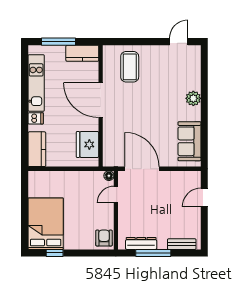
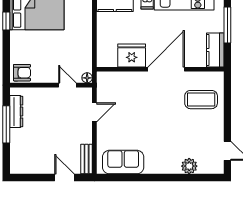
plant: (193, 98) -> (189, 166), moved
fridge: (88, 144) -> (132, 55), moved
door: (142, 169) -> (94, 112), width x0.53
bench: (182, 244) -> (87, 159), moved

